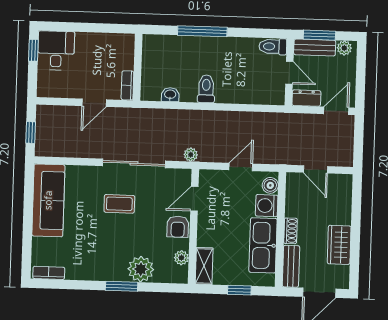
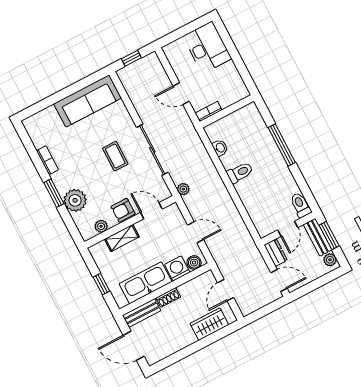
window: (33, 50) -> (195, 25), removed
desk: (56, 50) -> (207, 47), width x1.37
wardrobe: (339, 245) -> (209, 324), moved
shelving: (204, 266) -> (122, 238), moved
bookcase: (49, 273) -> (47, 160), moved

